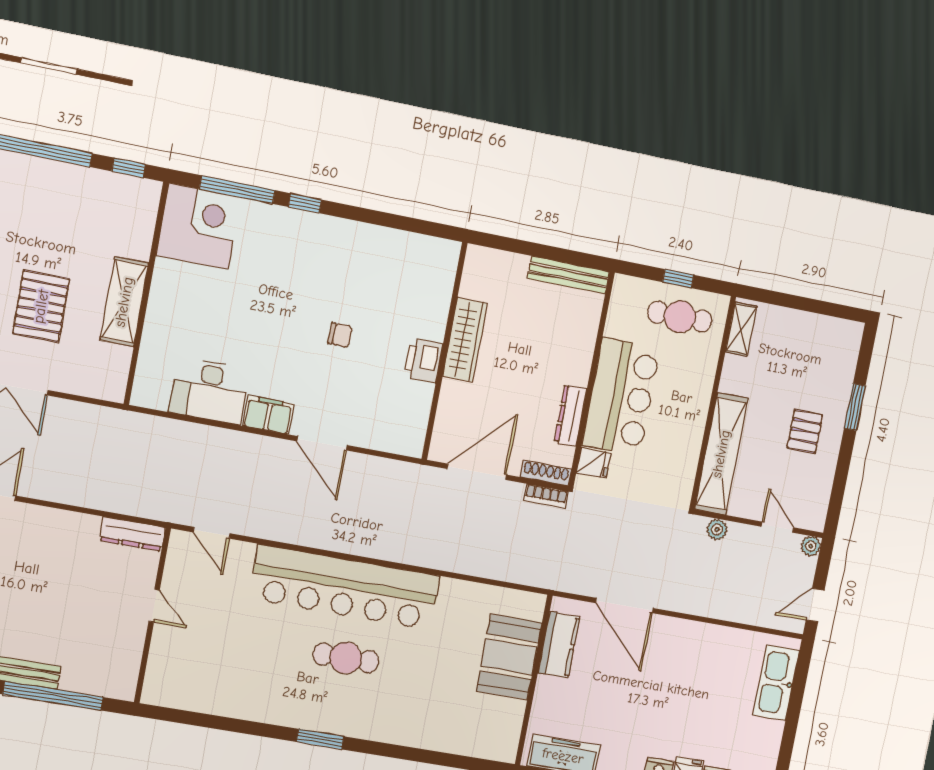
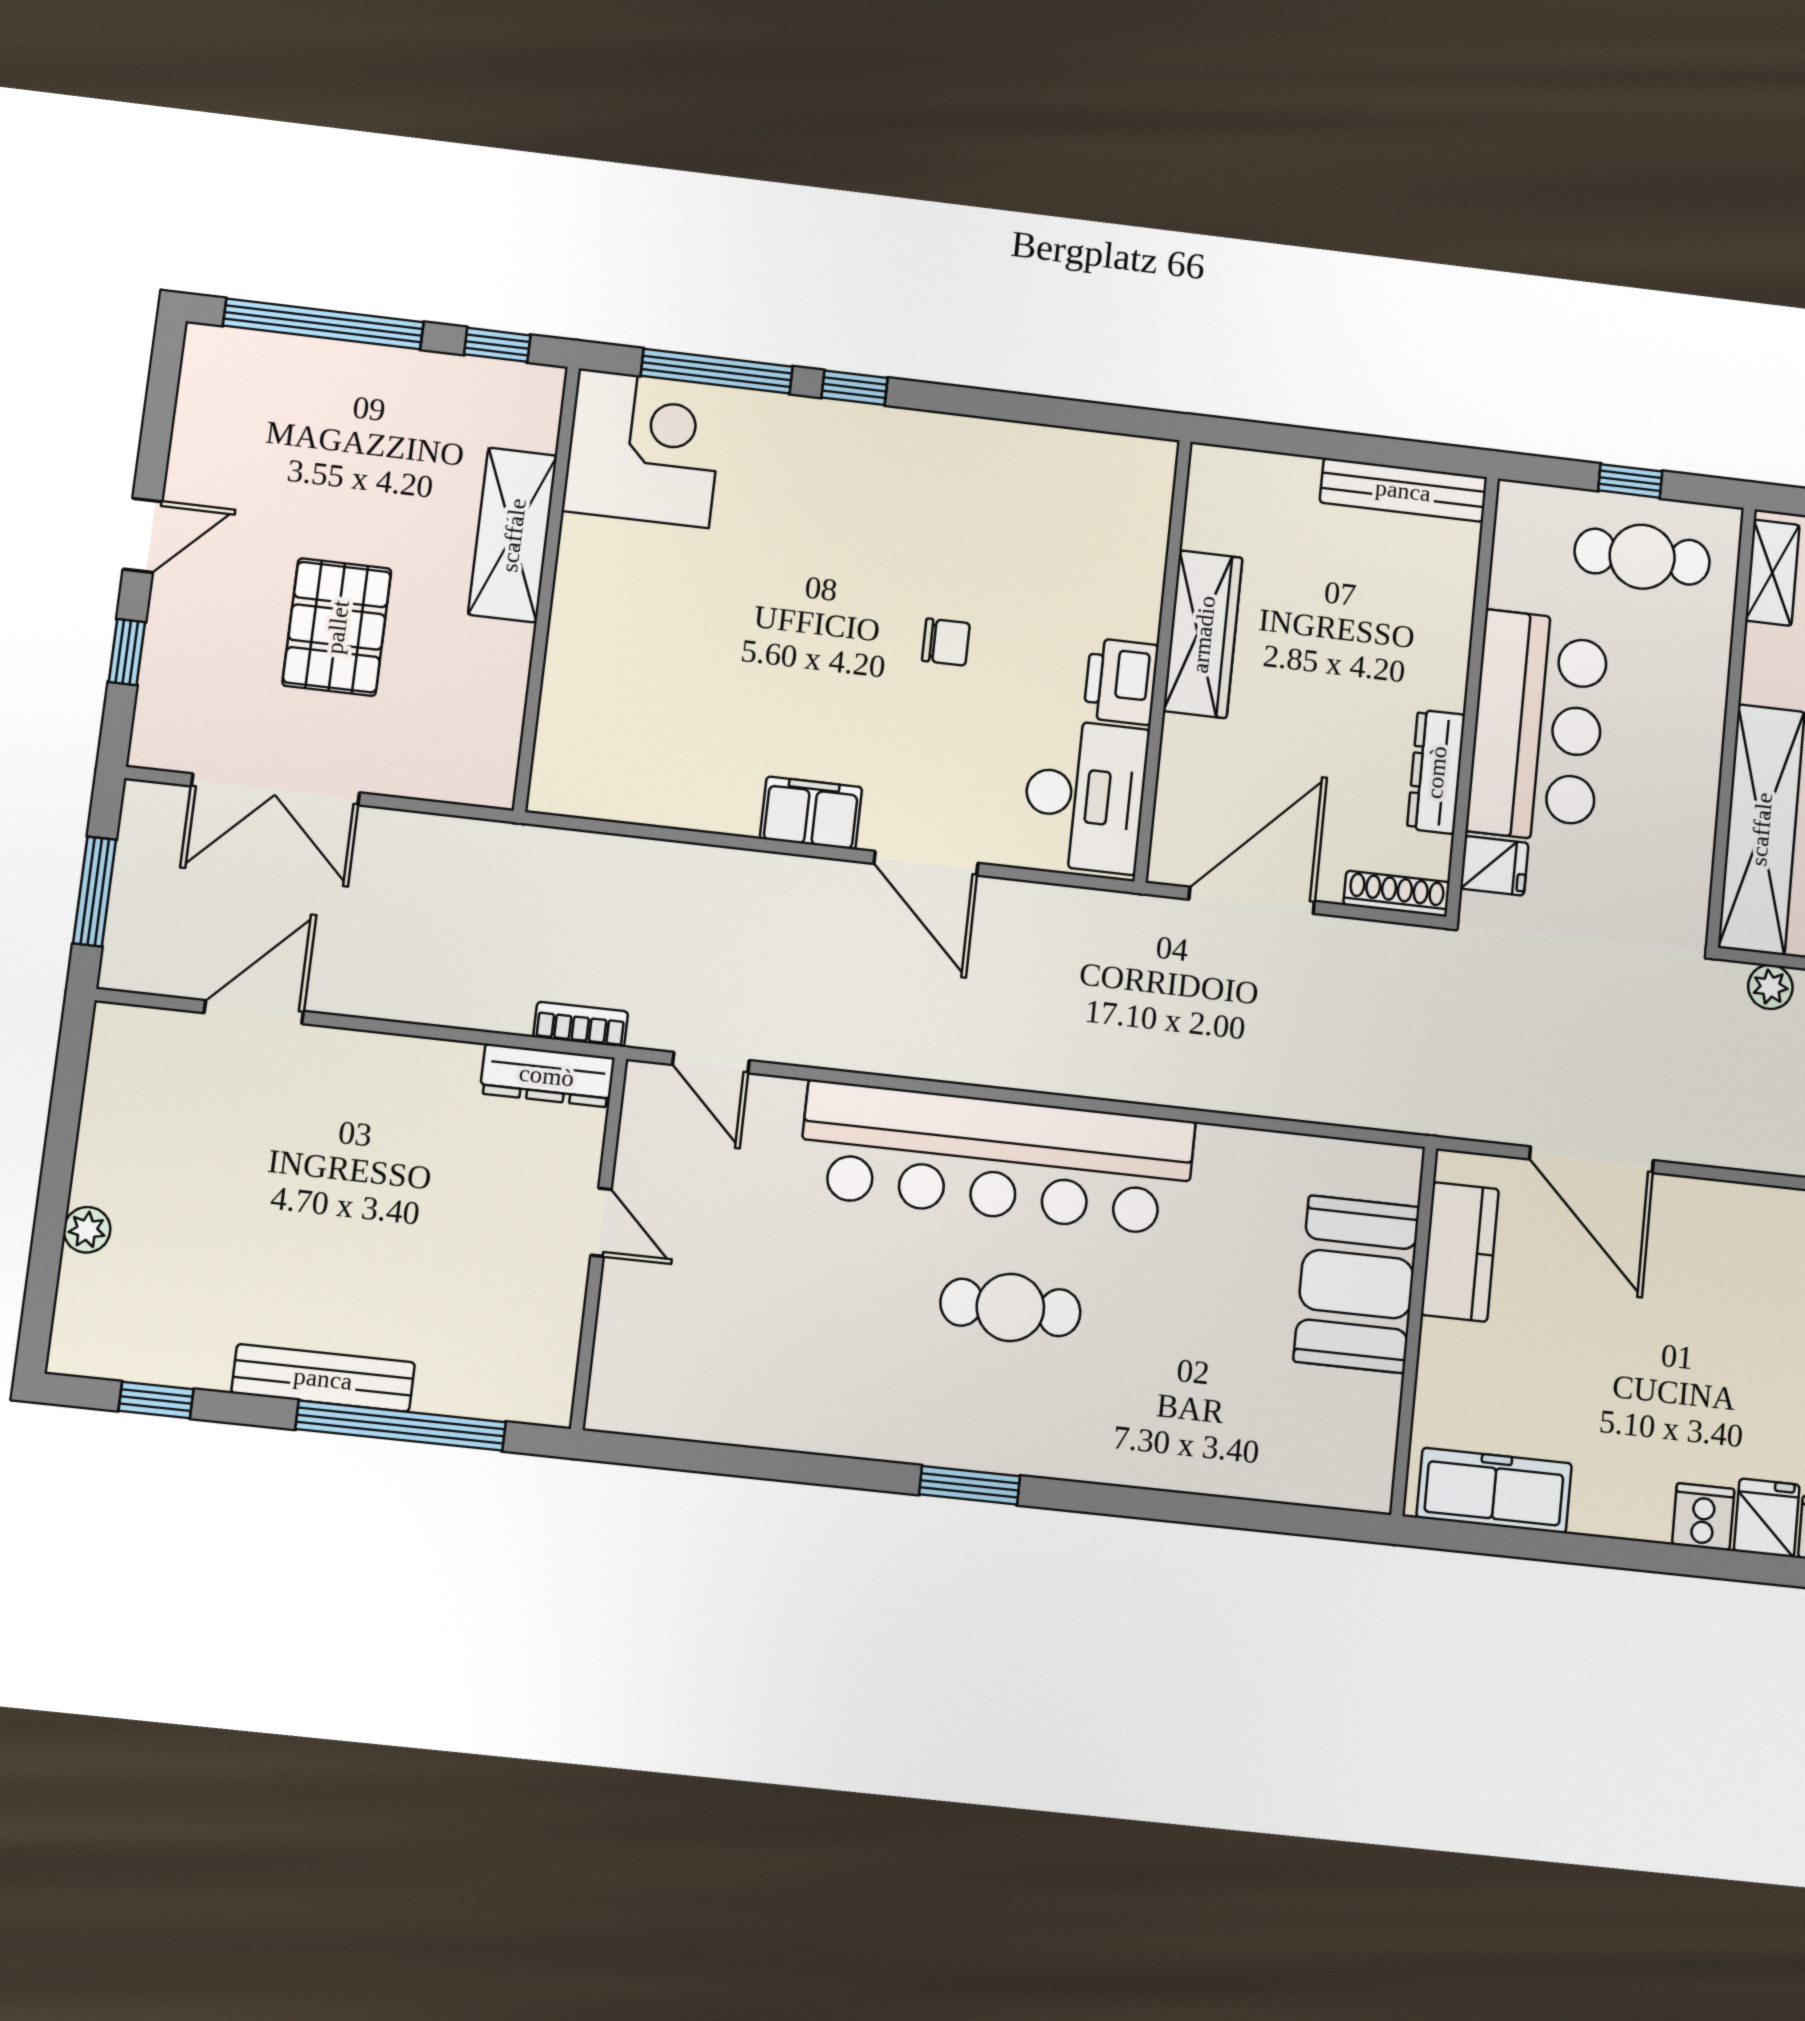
shelving: (124, 302) -> (513, 535), moved
desk: (210, 391) -> (1085, 796), moved, turned -90
bookcase: (546, 496) -> (581, 1024), moved, turned 180

